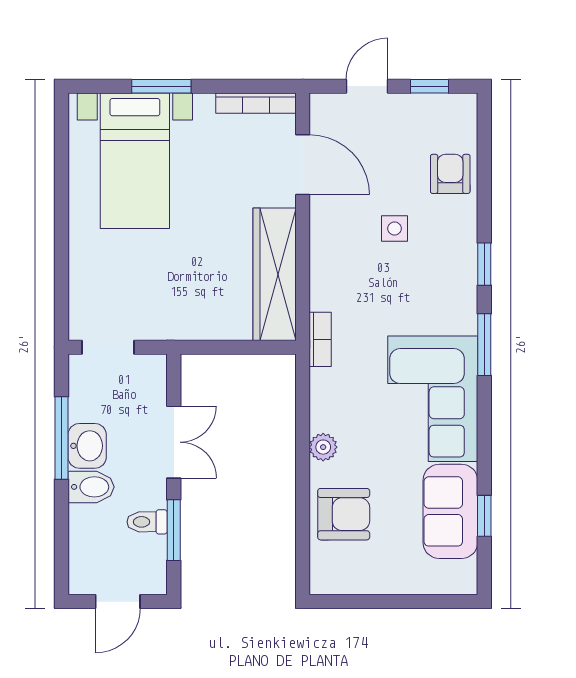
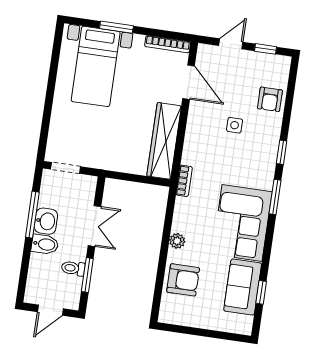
armchair: (450, 174) -> (270, 99), turned 180

